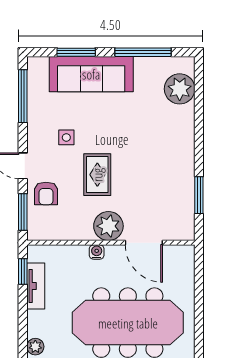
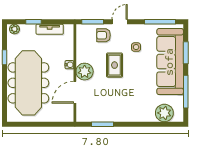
sofa: (91, 74) -> (170, 62), width x1.36, depth x1.27
rug: (97, 175) -> (115, 65), turned 90
window: (23, 272) -> (34, 22), moved

